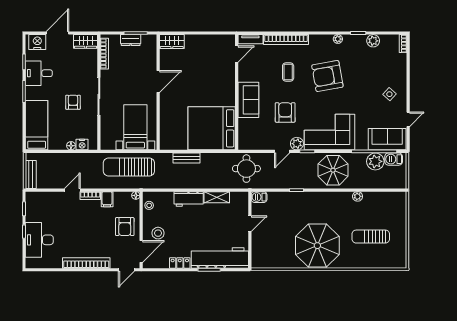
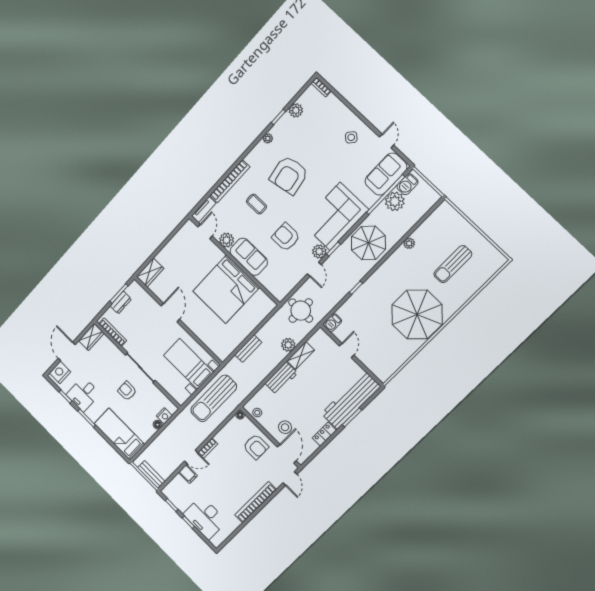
plant: (245, 74) -> (227, 240), added
bed: (212, 128) -> (226, 289), moved
plant: (216, 182) -> (288, 345), added
door: (72, 190) -> (191, 457), swing flipped
filing cabinet: (107, 199) -> (188, 474), moved

